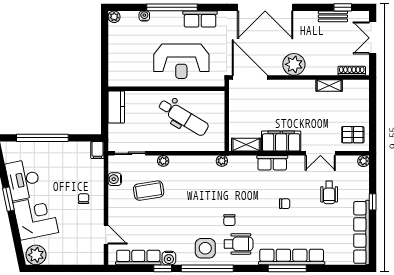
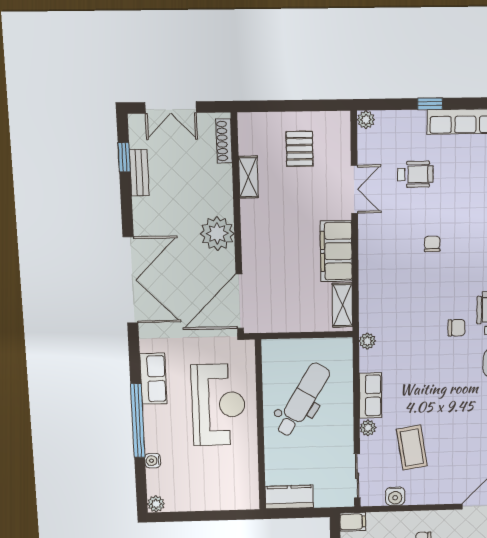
pallet: (353, 135) -> (300, 149), moved
row of seats: (272, 163) -> (370, 396), moved

